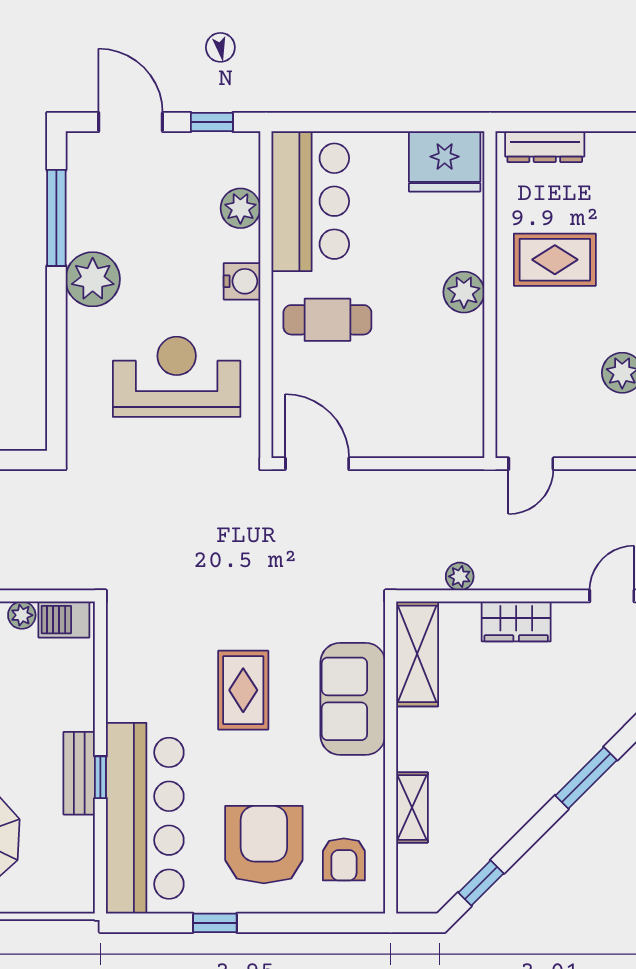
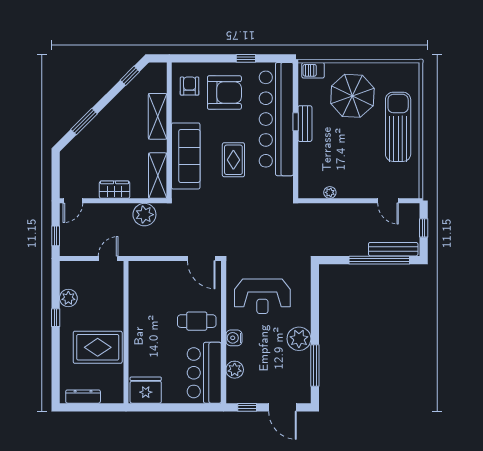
dresser: (545, 147) -> (83, 397), moved
rug: (555, 260) -> (98, 347), width x1.36, depth x1.43
plant: (464, 292) -> (137, 333), removed
plant: (460, 576) -> (144, 215), width x1.87, depth x1.87
barbecue: (64, 620) -> (313, 70), moved, turned 180
sofa: (353, 699) -> (186, 156), width x1.36
shelving: (412, 807) -> (158, 116), width x1.50, depth x1.33
bar counter: (145, 818) -> (276, 119), width x1.36
armchair: (264, 845) -> (224, 93), turned -90

